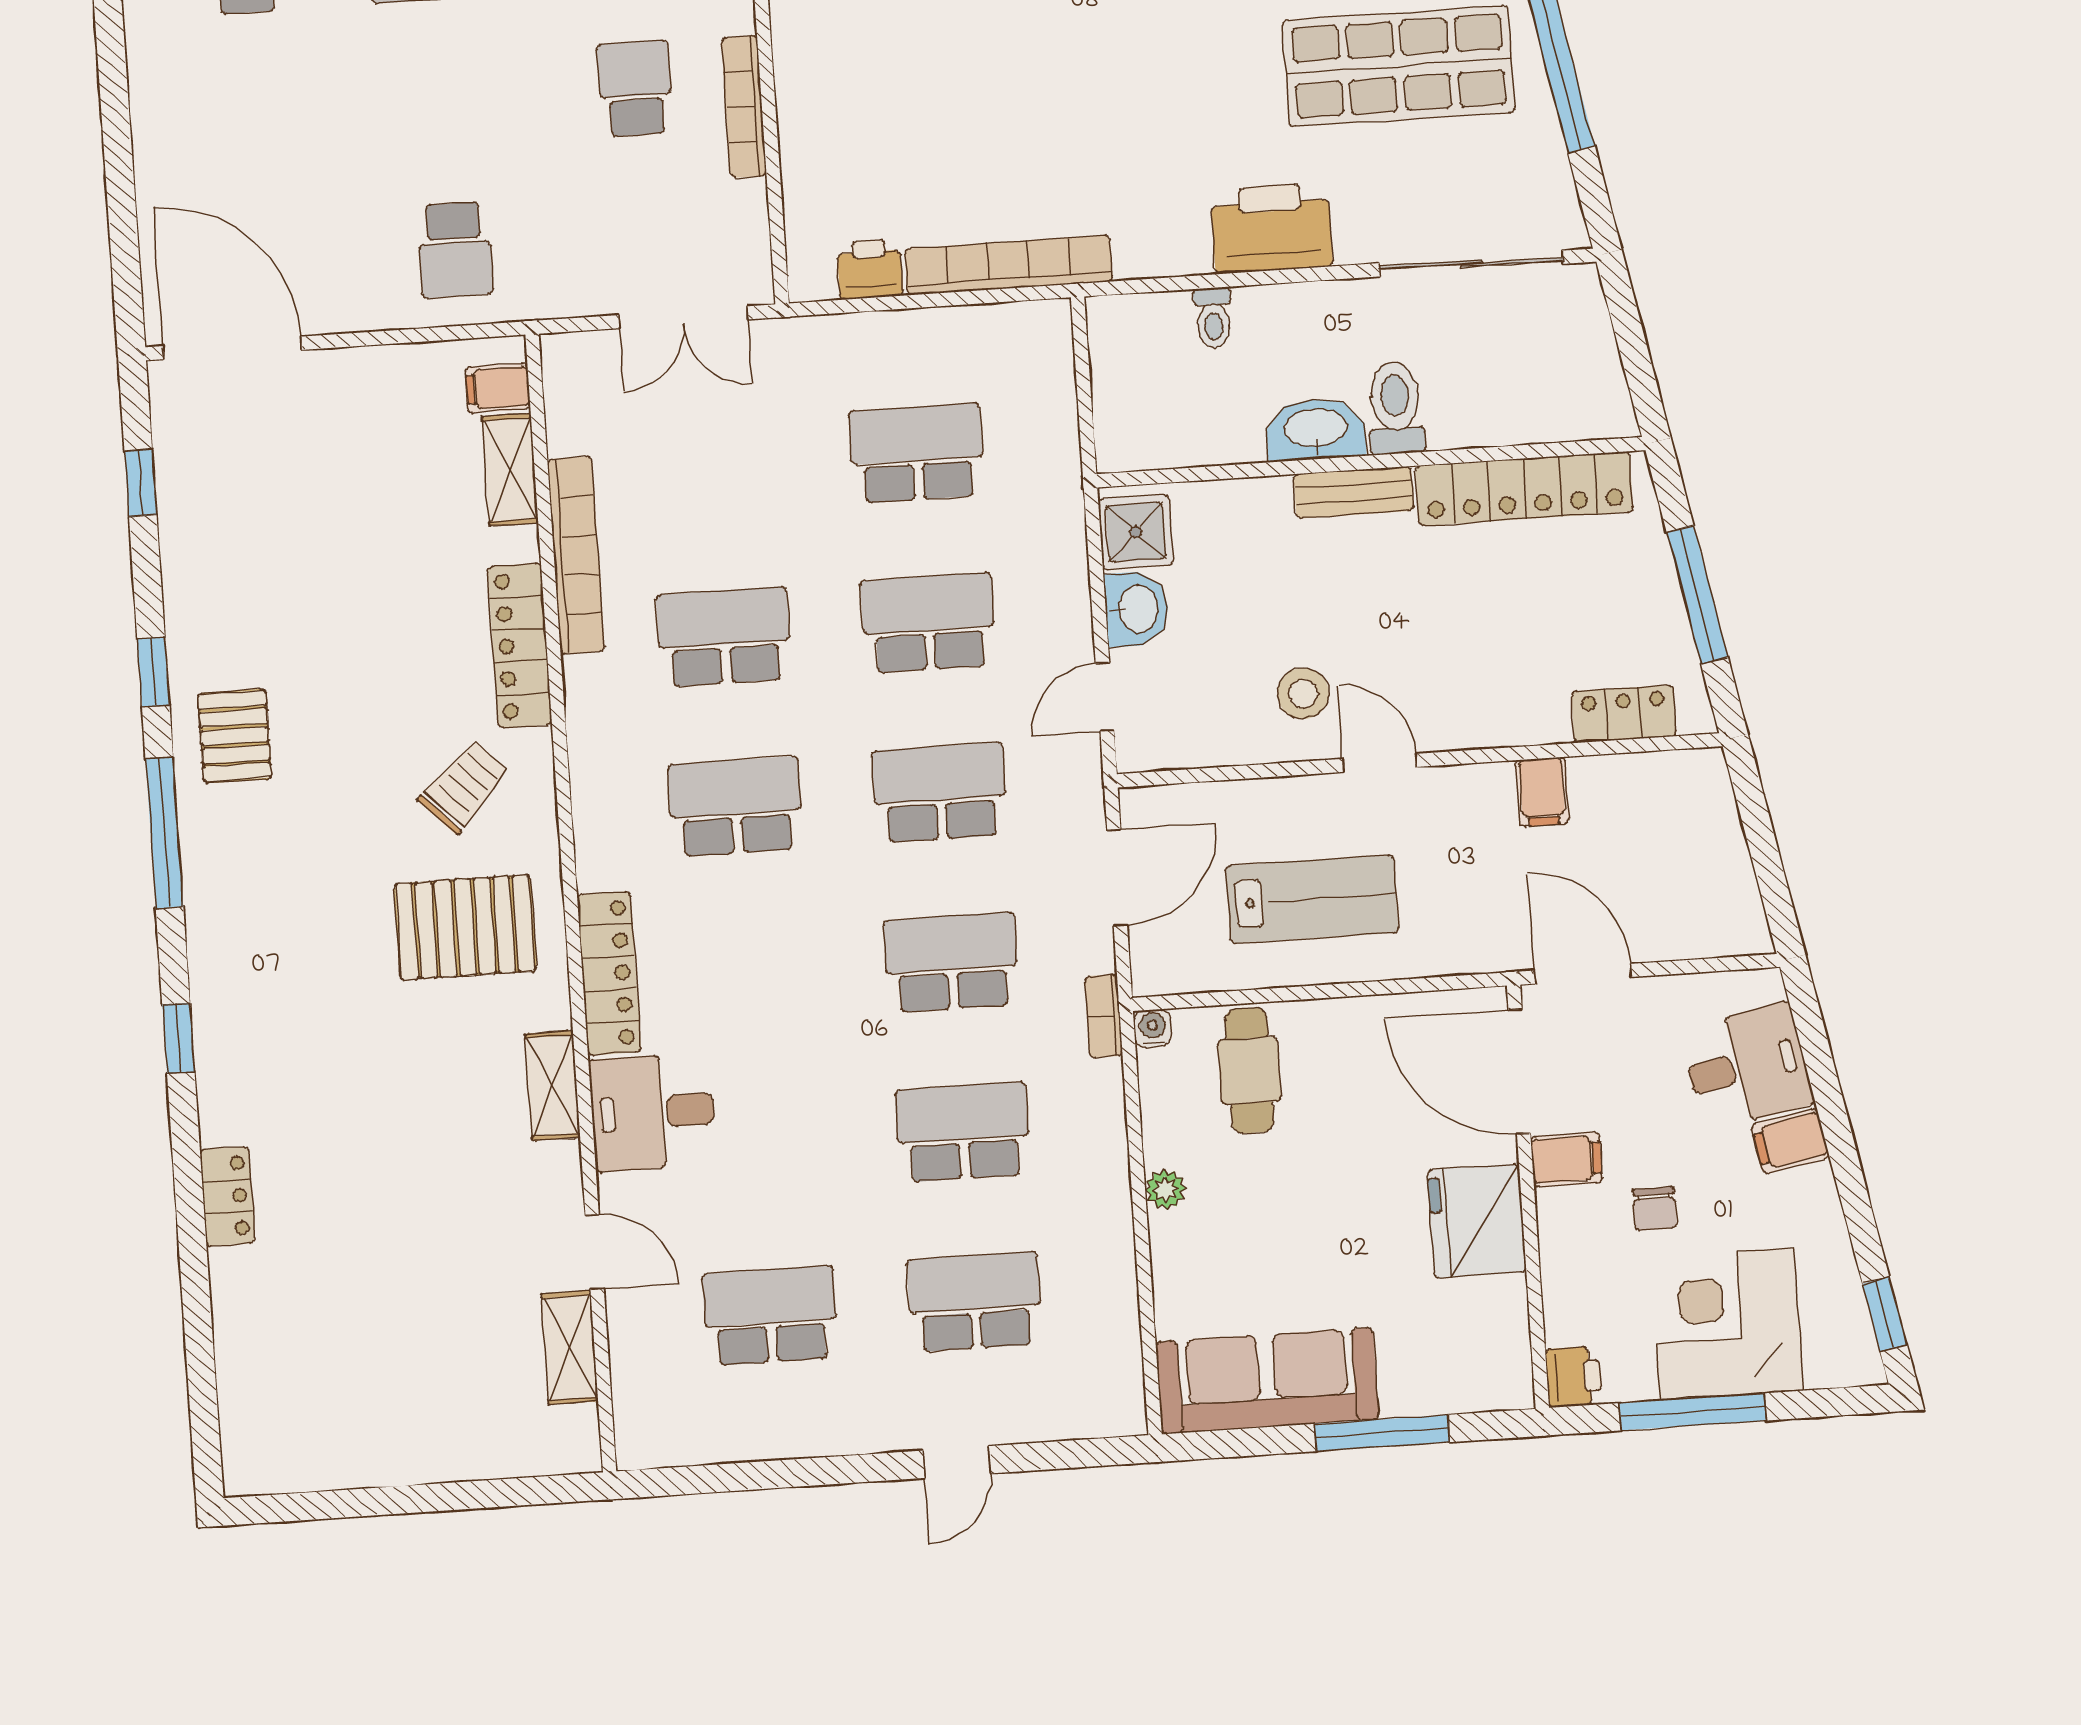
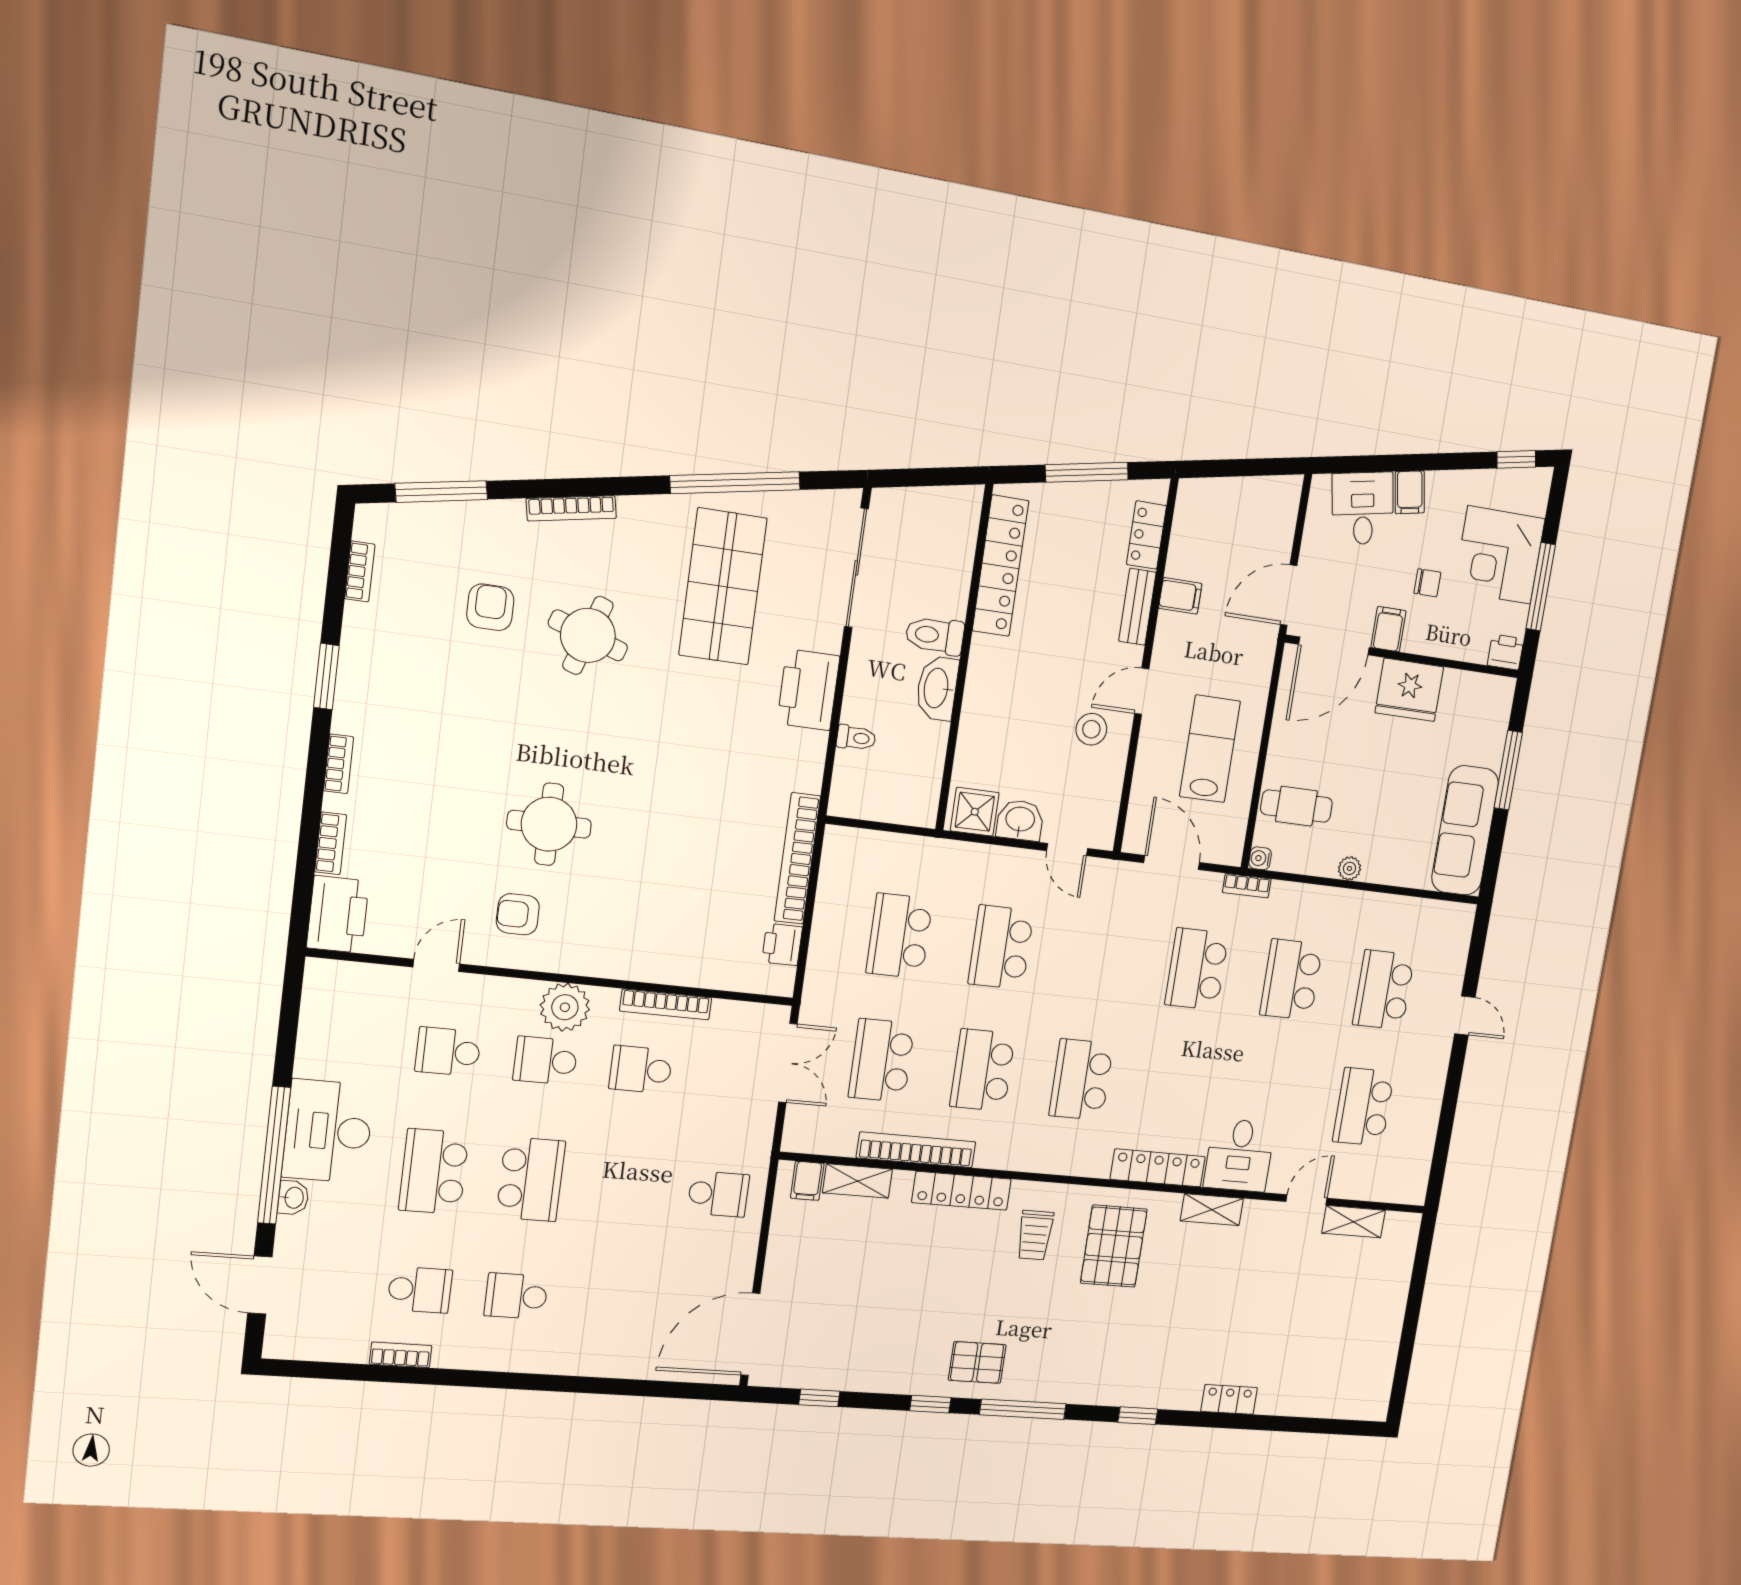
bench: (1354, 492) -> (1137, 607), moved
trolley: (464, 787) -> (1035, 1235), turned -135
school desk: (940, 793) -> (882, 1060), moved

